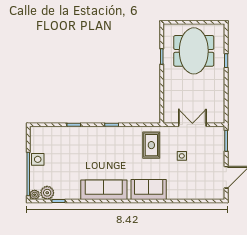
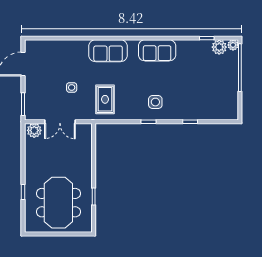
plant: (216, 117) -> (34, 130), added
side table: (38, 159) -> (155, 102), moved
sofa: (104, 190) -> (157, 50), width x0.73

